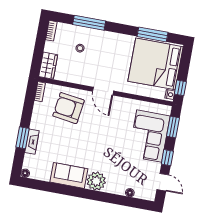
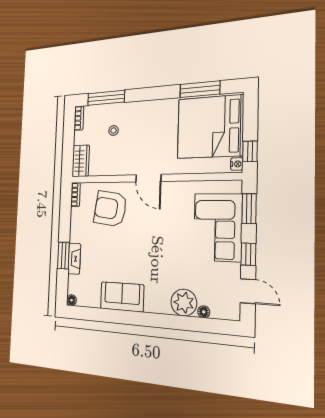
window: (89, 23) -> (106, 98), moved
plant: (96, 181) -> (184, 303), moved

